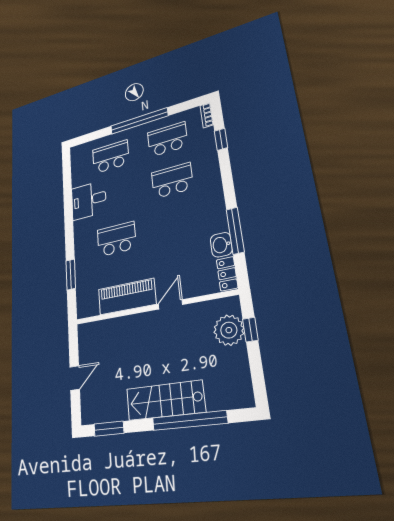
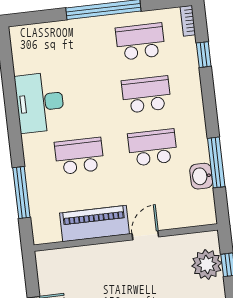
school desk: (111, 157) -> (152, 147), moved
desk: (89, 200) -> (40, 102), width x1.37
window: (71, 274) -> (21, 193), width x1.44
locker: (227, 274) -> (207, 207), removed

